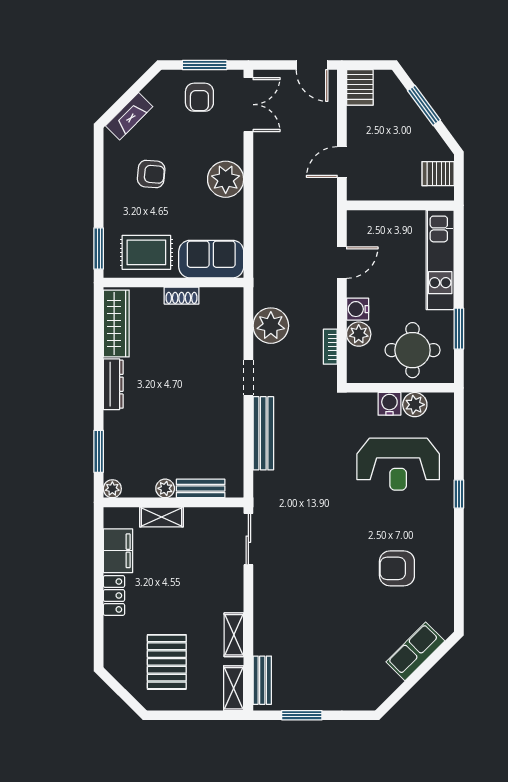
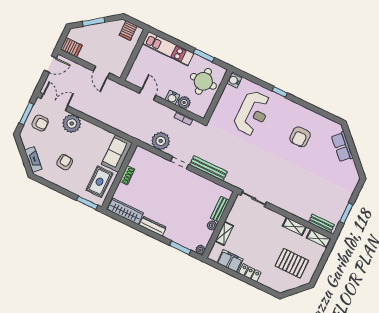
plant: (226, 179) -> (72, 123), moved
water cooler: (389, 404) -> (234, 81), moved
plant: (415, 405) -> (229, 92), removed

